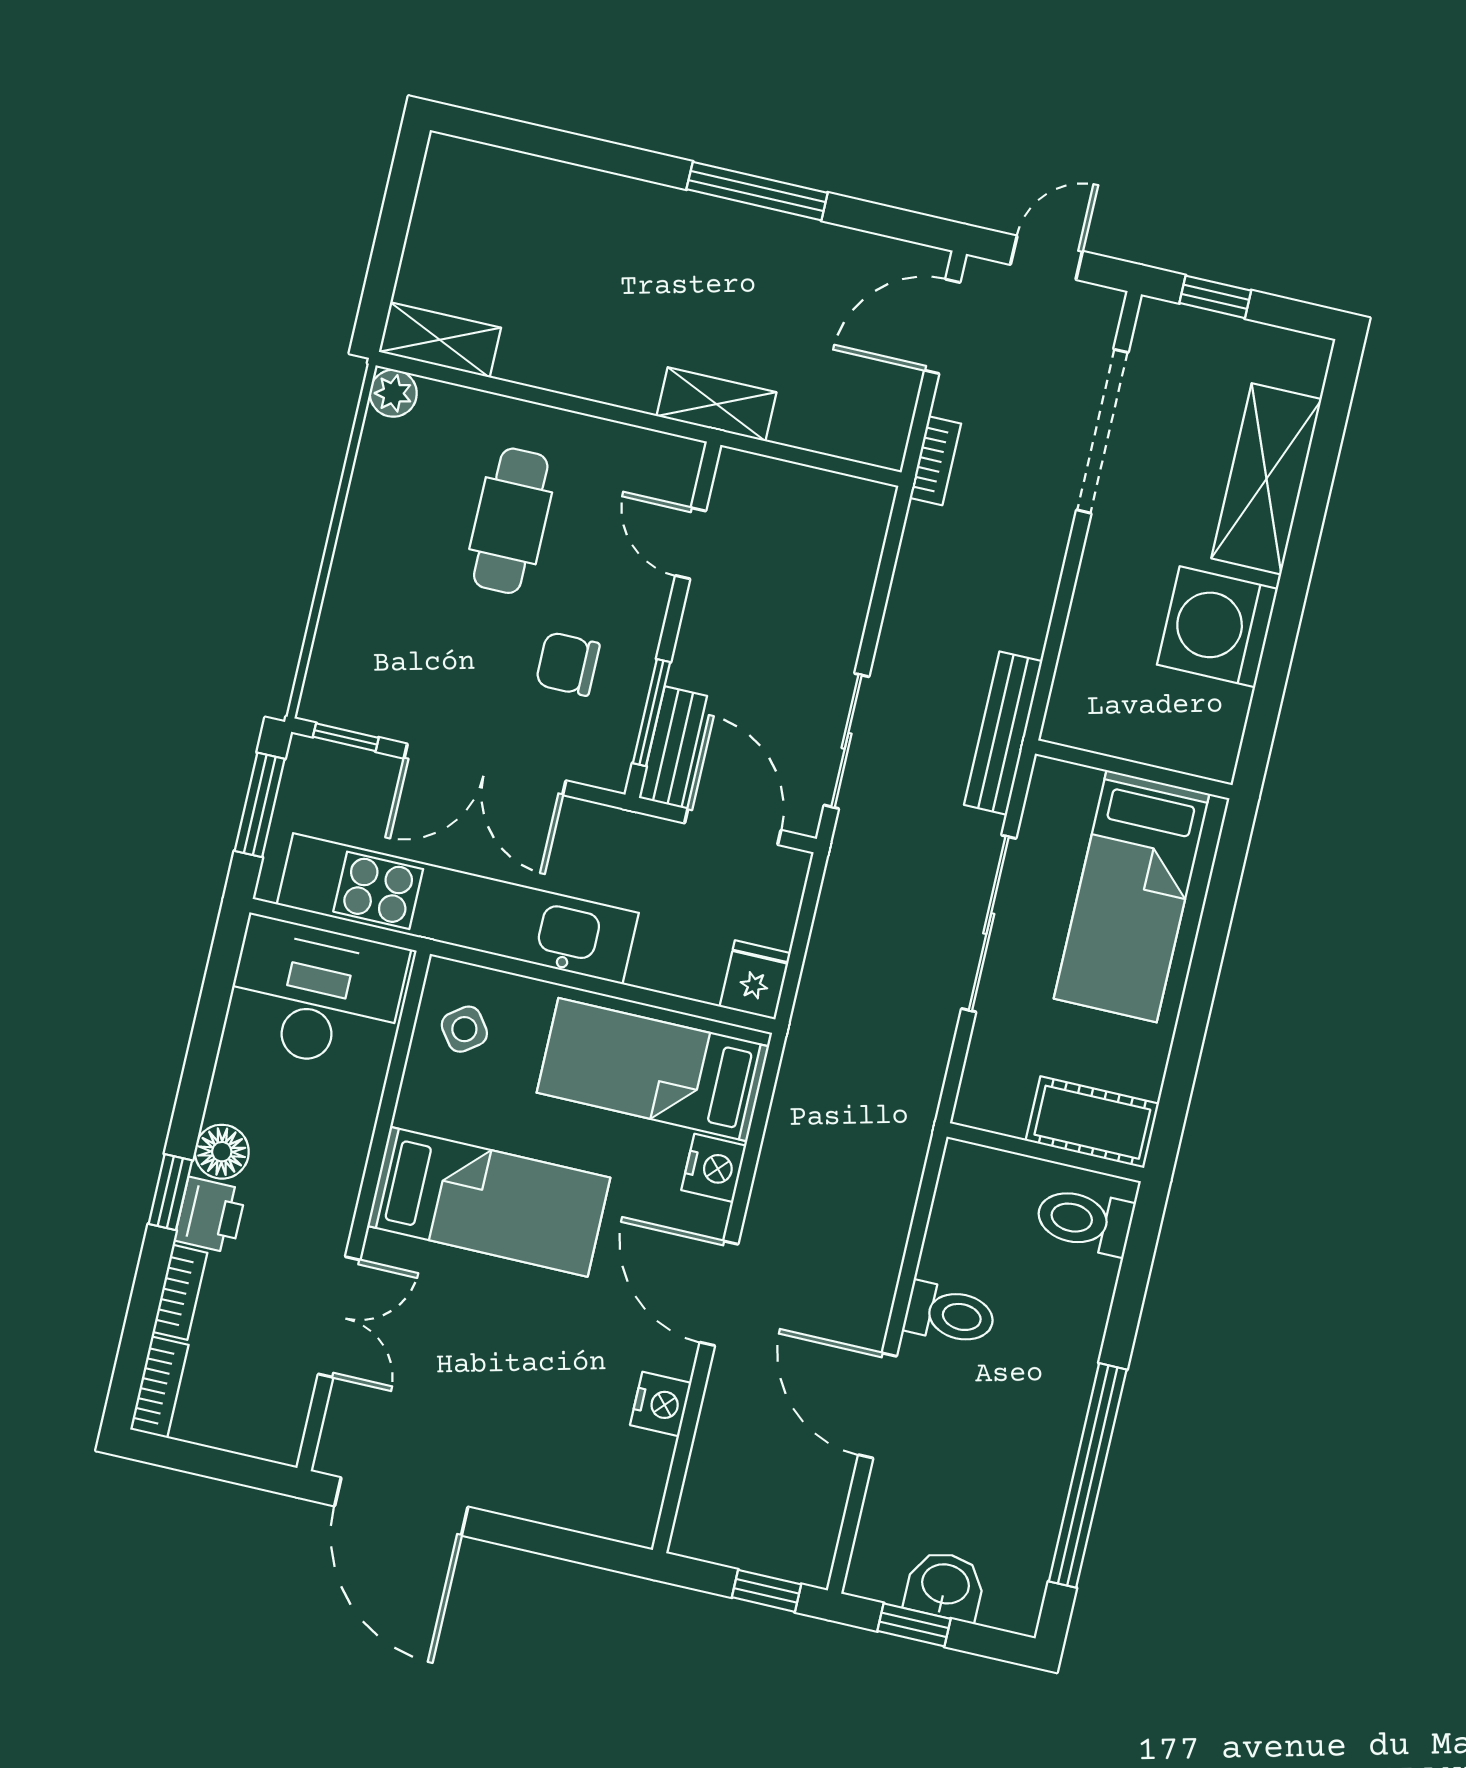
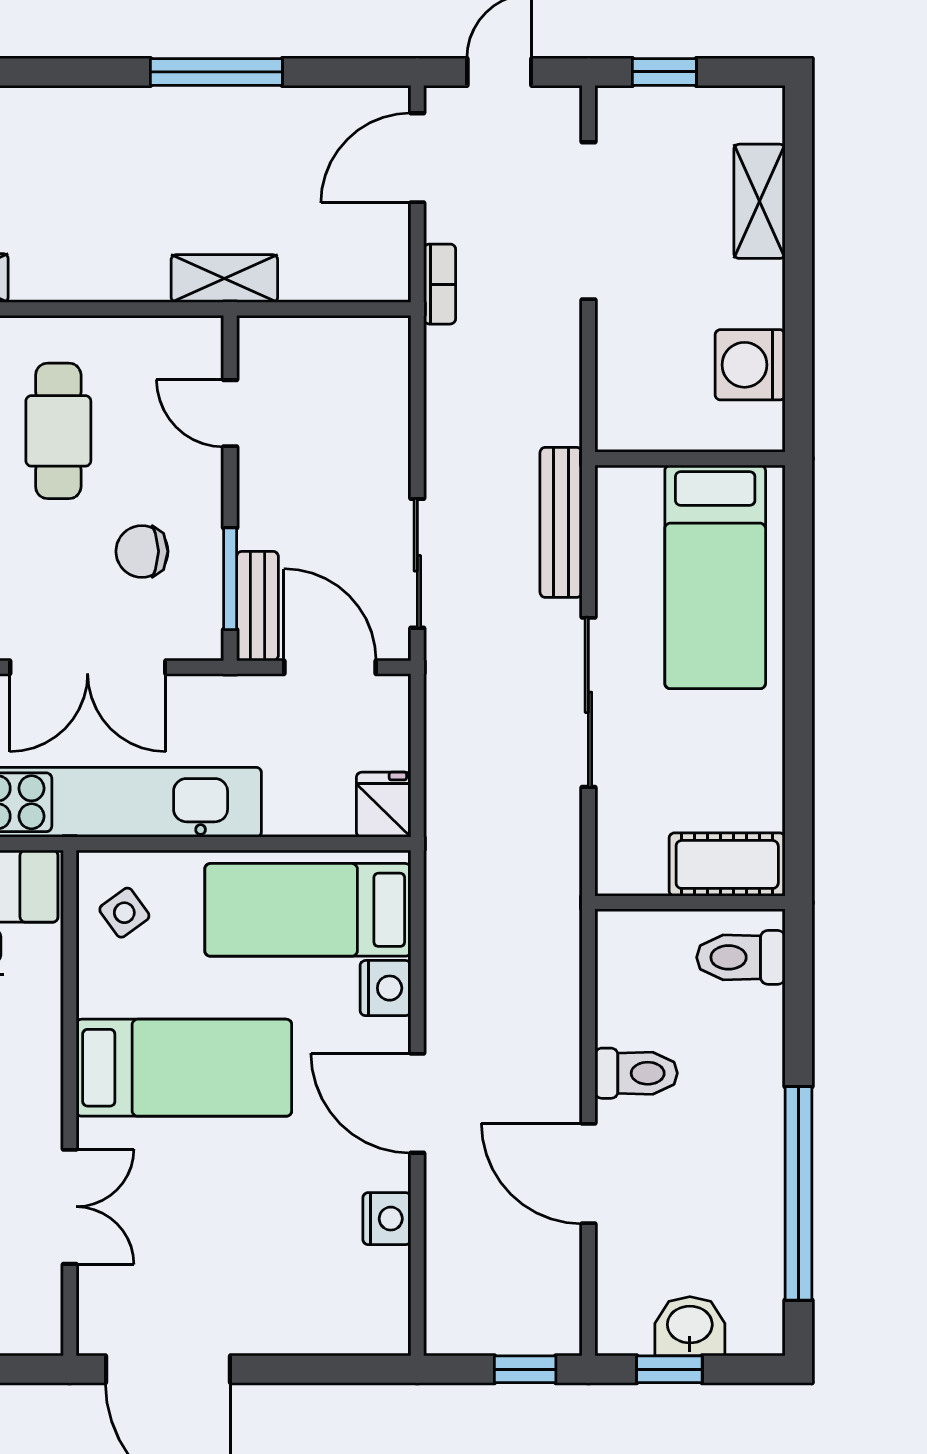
shelving: (1266, 479) -> (760, 201), width x0.67, depth x0.75
washing machine: (1217, 627) -> (750, 365), width x0.73, depth x0.73
wall: (1134, 769) -> (690, 459), moved
bed: (1132, 896) -> (715, 577), moved

